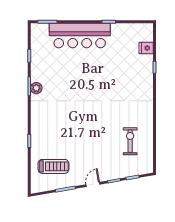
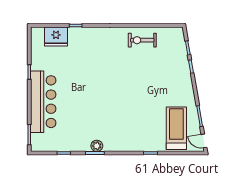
fridge: (146, 48) -> (56, 36), width x1.88, depth x1.34
exercise bike: (130, 141) -> (142, 40), moved
treadmill: (53, 166) -> (176, 128), width x1.37, depth x1.38
door: (93, 184) -> (204, 141), moved

